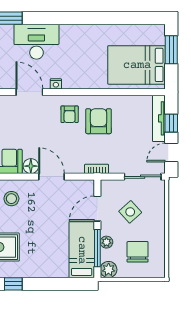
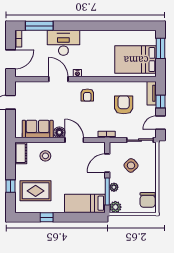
tv unit: (159, 118) -> (152, 93), width x0.71
armchair: (99, 121) -> (124, 105), moved
bed: (82, 250) -> (85, 203), moved, turned -90
chair: (138, 252) -> (148, 200), moved, turned 180

